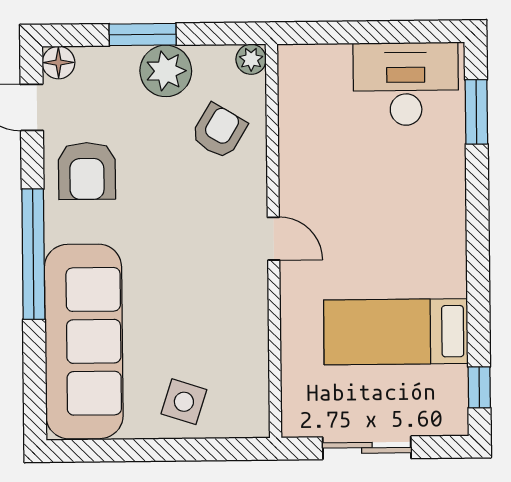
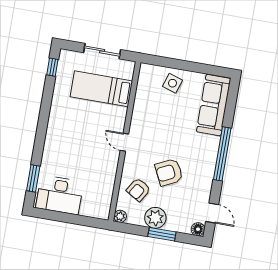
armchair: (87, 171) -> (169, 172), moved, turned -116
bed: (396, 332) -> (101, 89), moved, turned 180
sofa: (84, 341) -> (214, 105), width x0.74, depth x0.79

